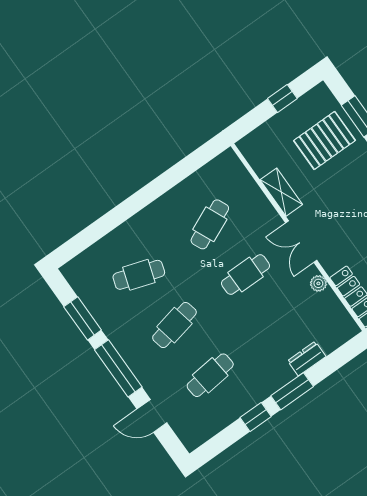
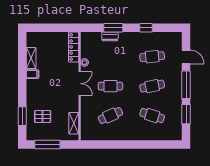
window: (282, 99) -> (47, 144), width x2.17
pallet: (324, 140) -> (43, 116), width x0.67, depth x0.71
shelving: (281, 192) -> (74, 123), moved
window: (292, 391) -> (113, 28), moved

